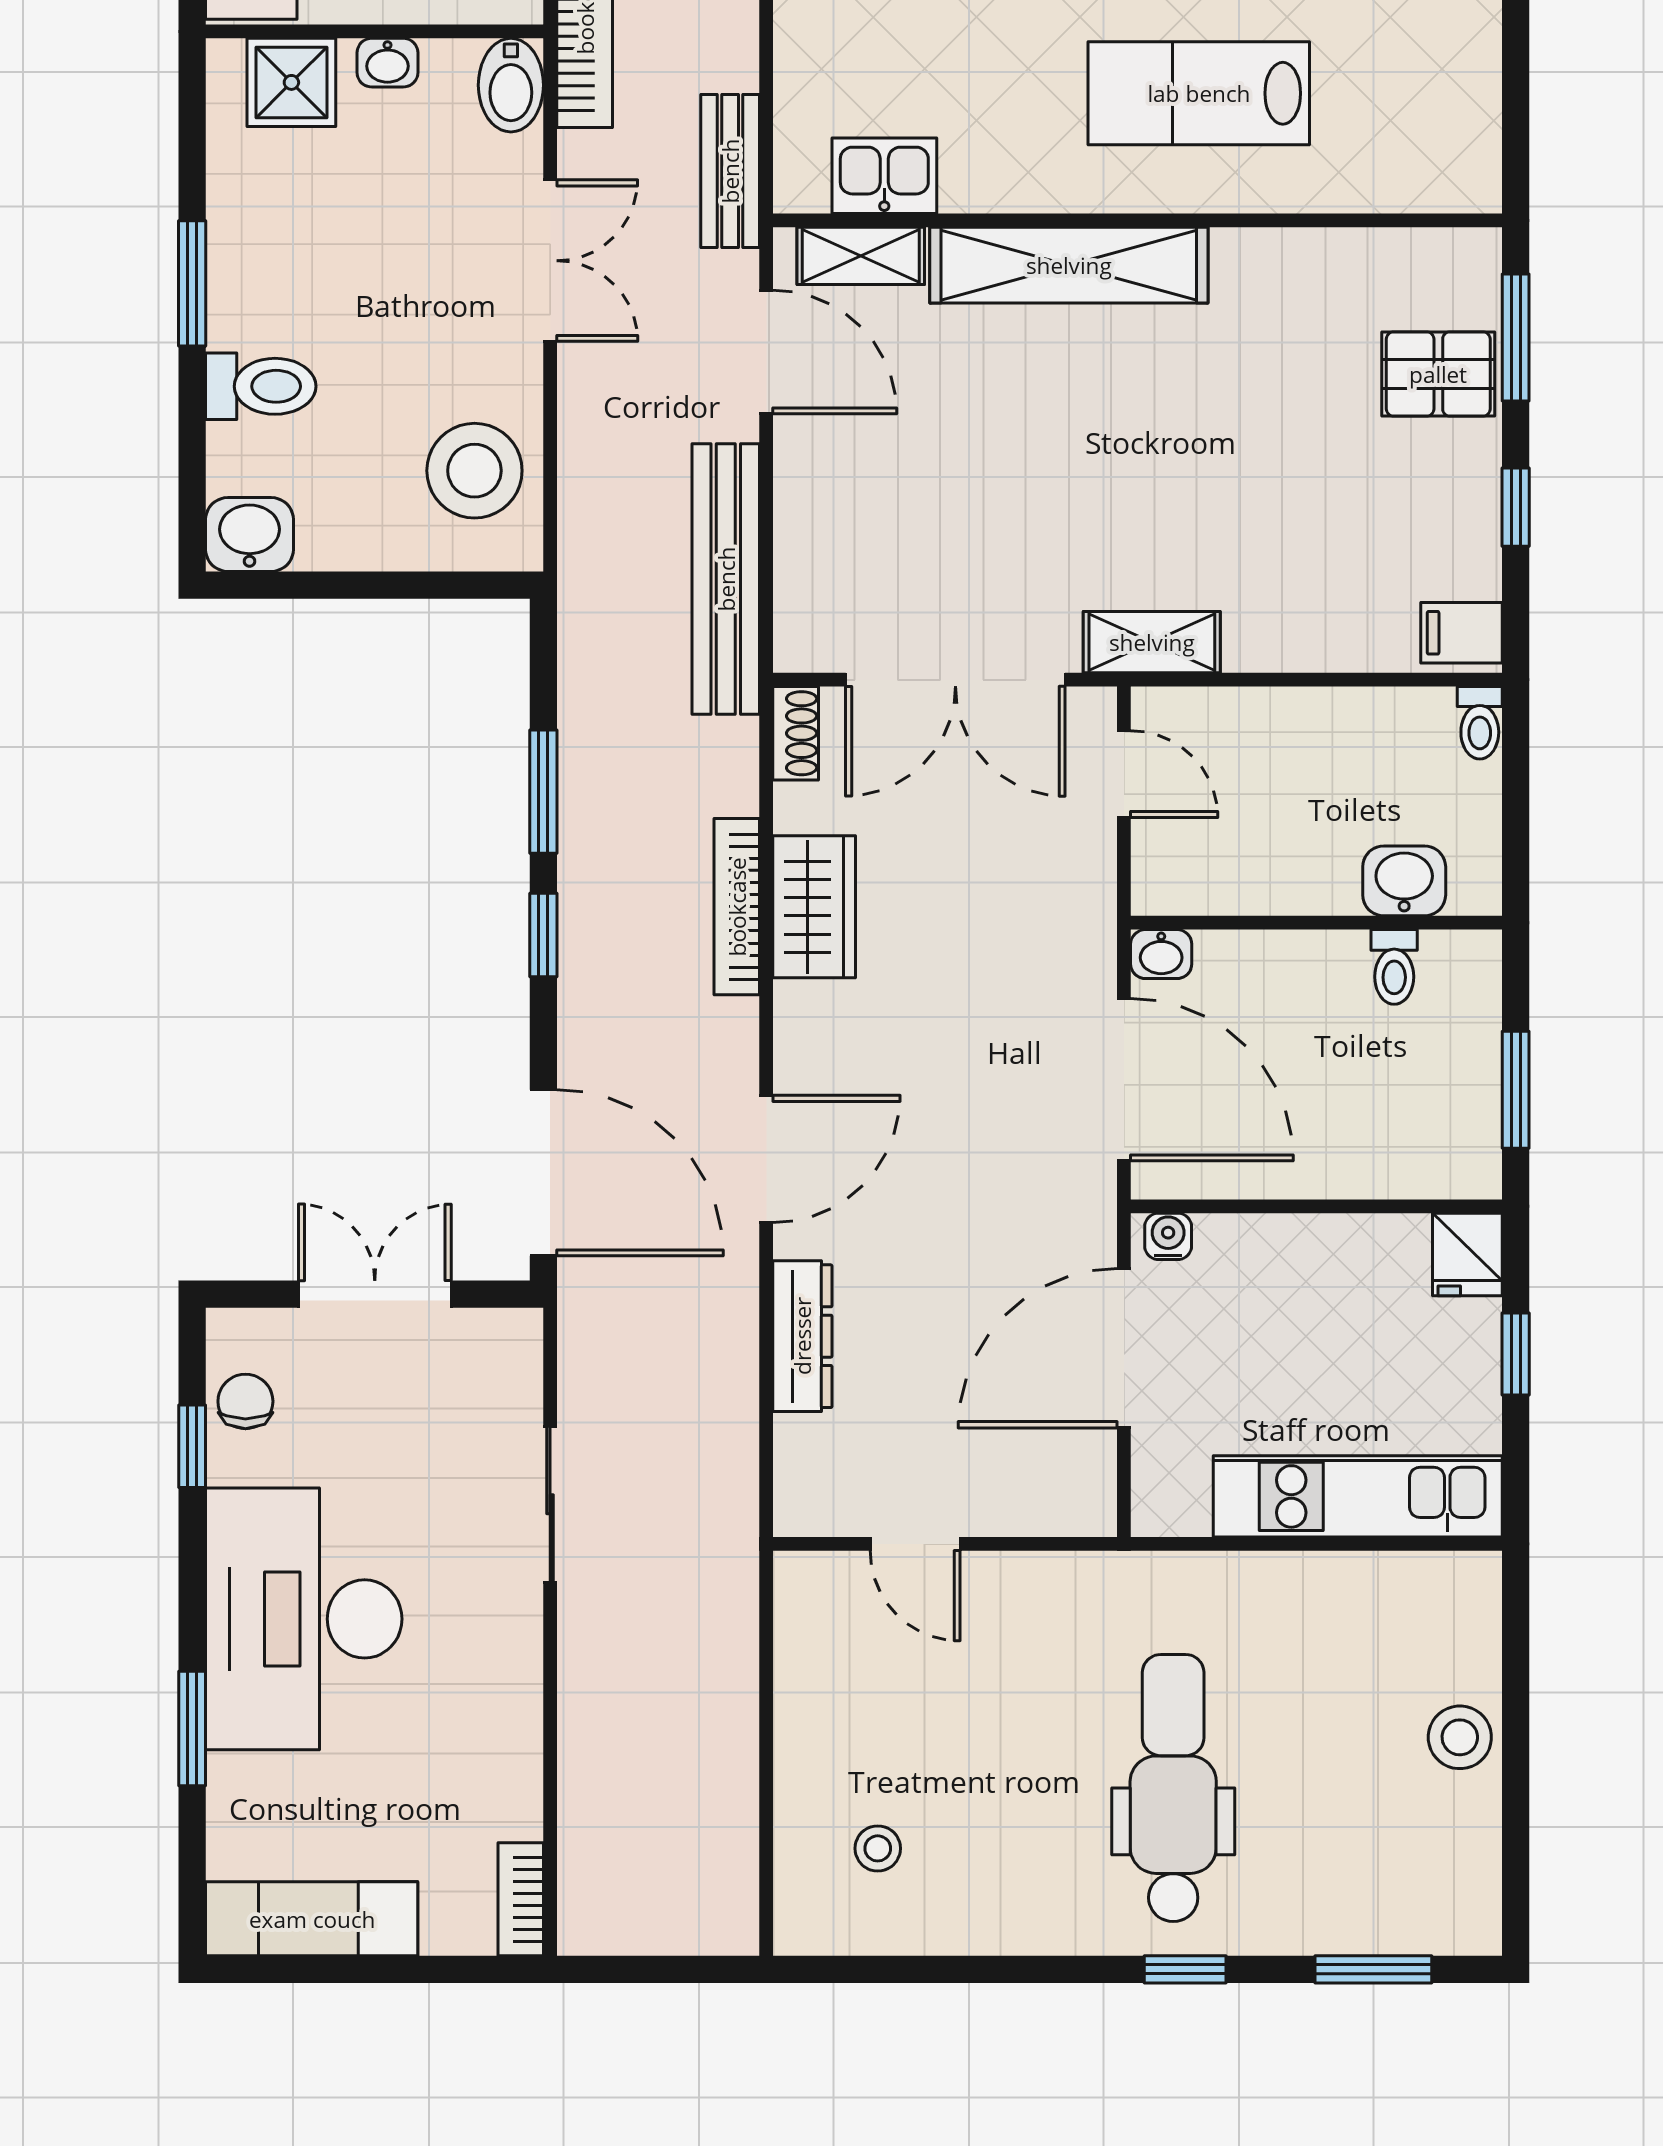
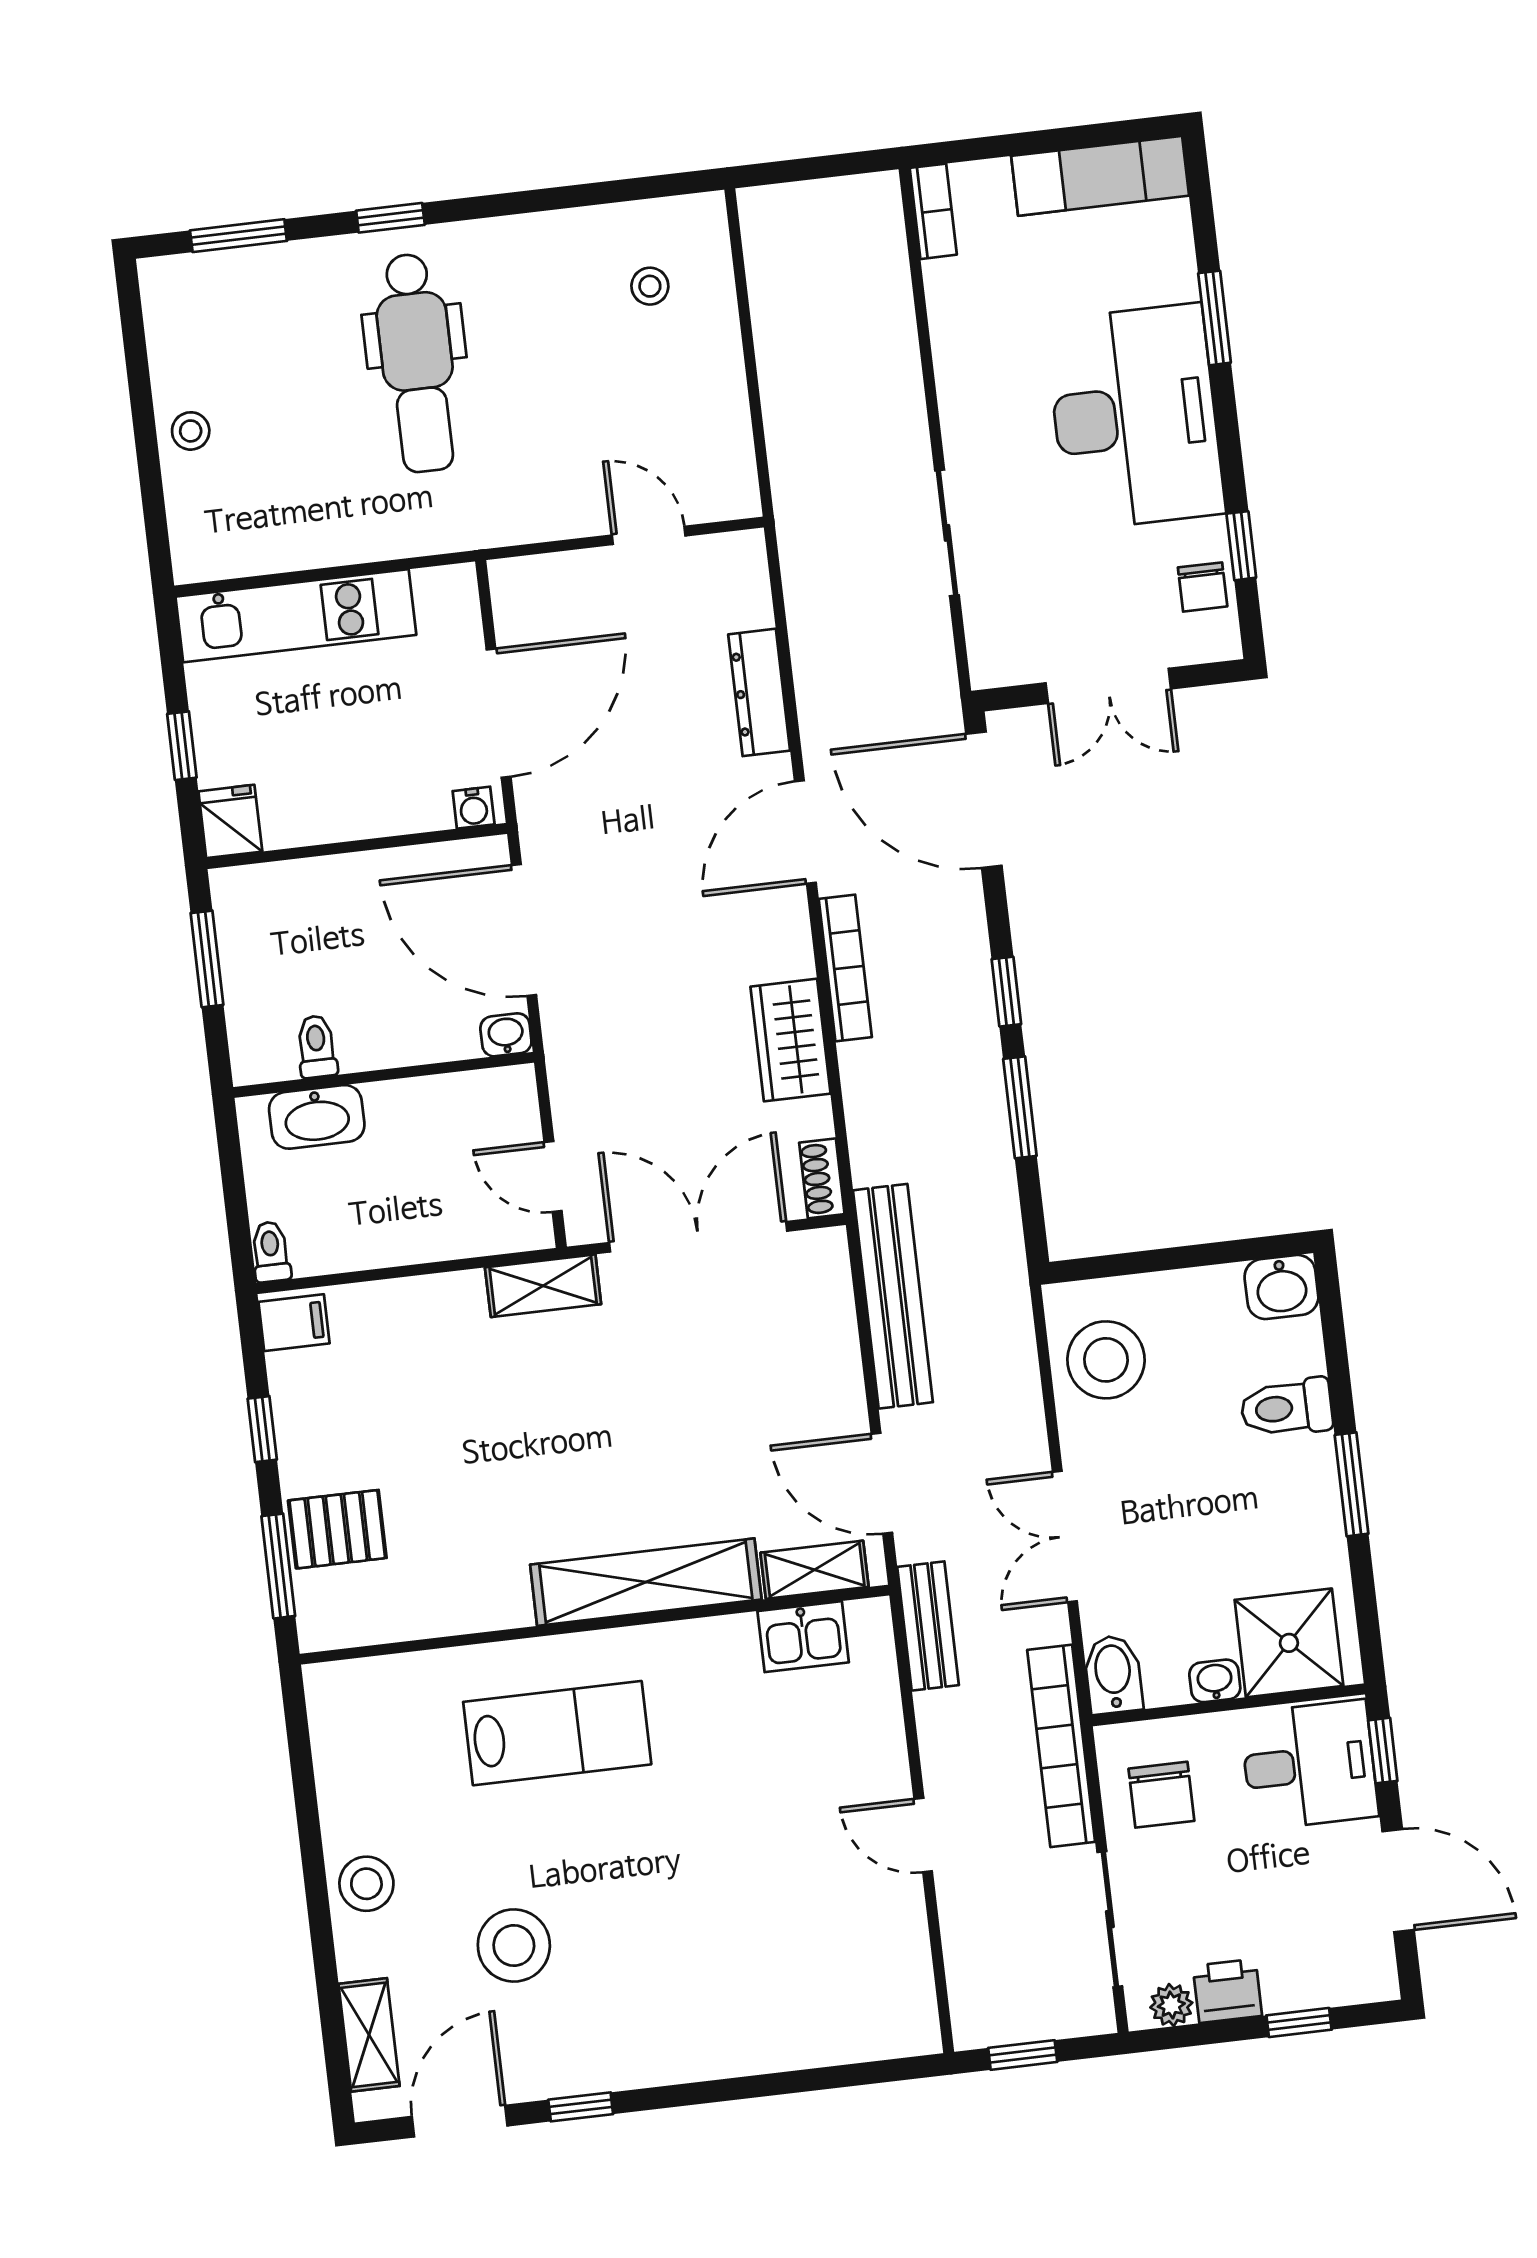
shower: (291, 82) -> (1289, 1643), width x1.36, depth x1.36
washbasin: (1404, 881) -> (317, 1117), width x1.38
bookcase: (737, 907) -> (845, 968), moved
stool: (1460, 1737) -> (191, 431), width x0.73, depth x0.73

